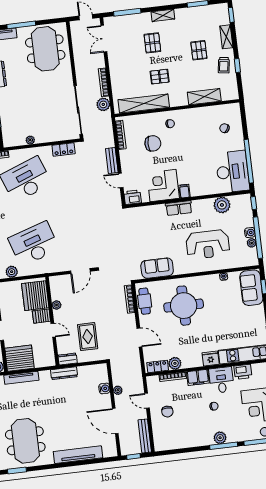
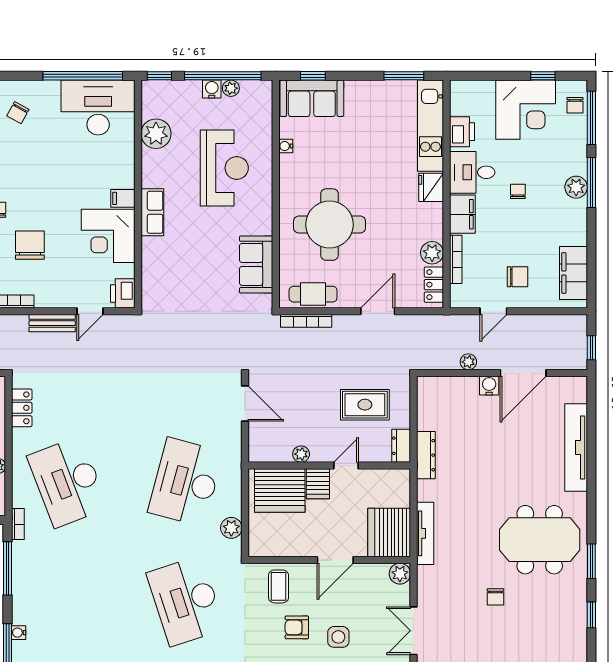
desk: (34, 244) -> (186, 482), turned 33
water cooler: (104, 388) -> (489, 386), moved
bench: (145, 436) -> (557, 323), removed
filing cabinet: (173, 442) -> (573, 273), added

